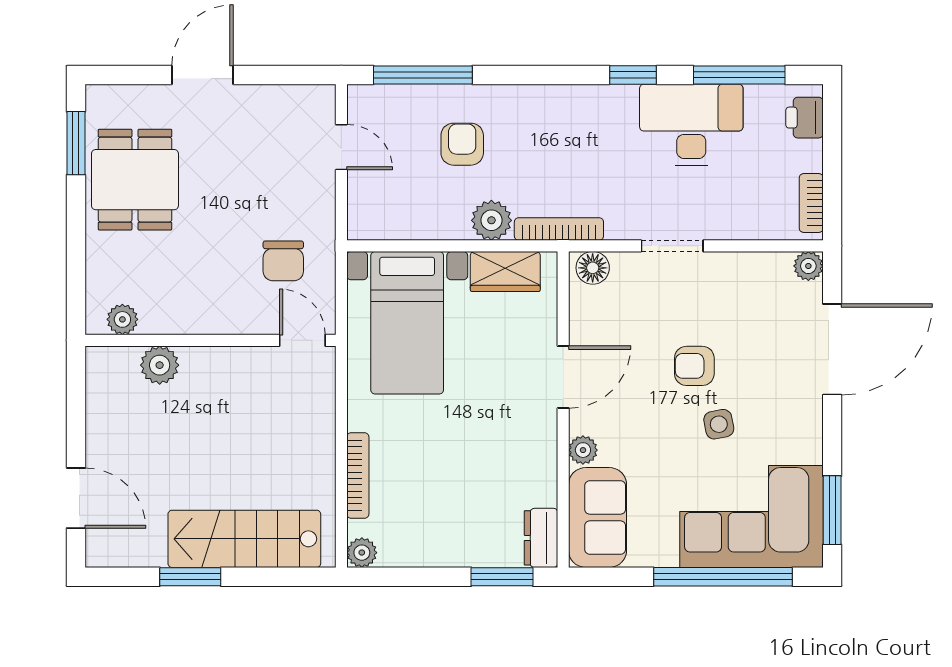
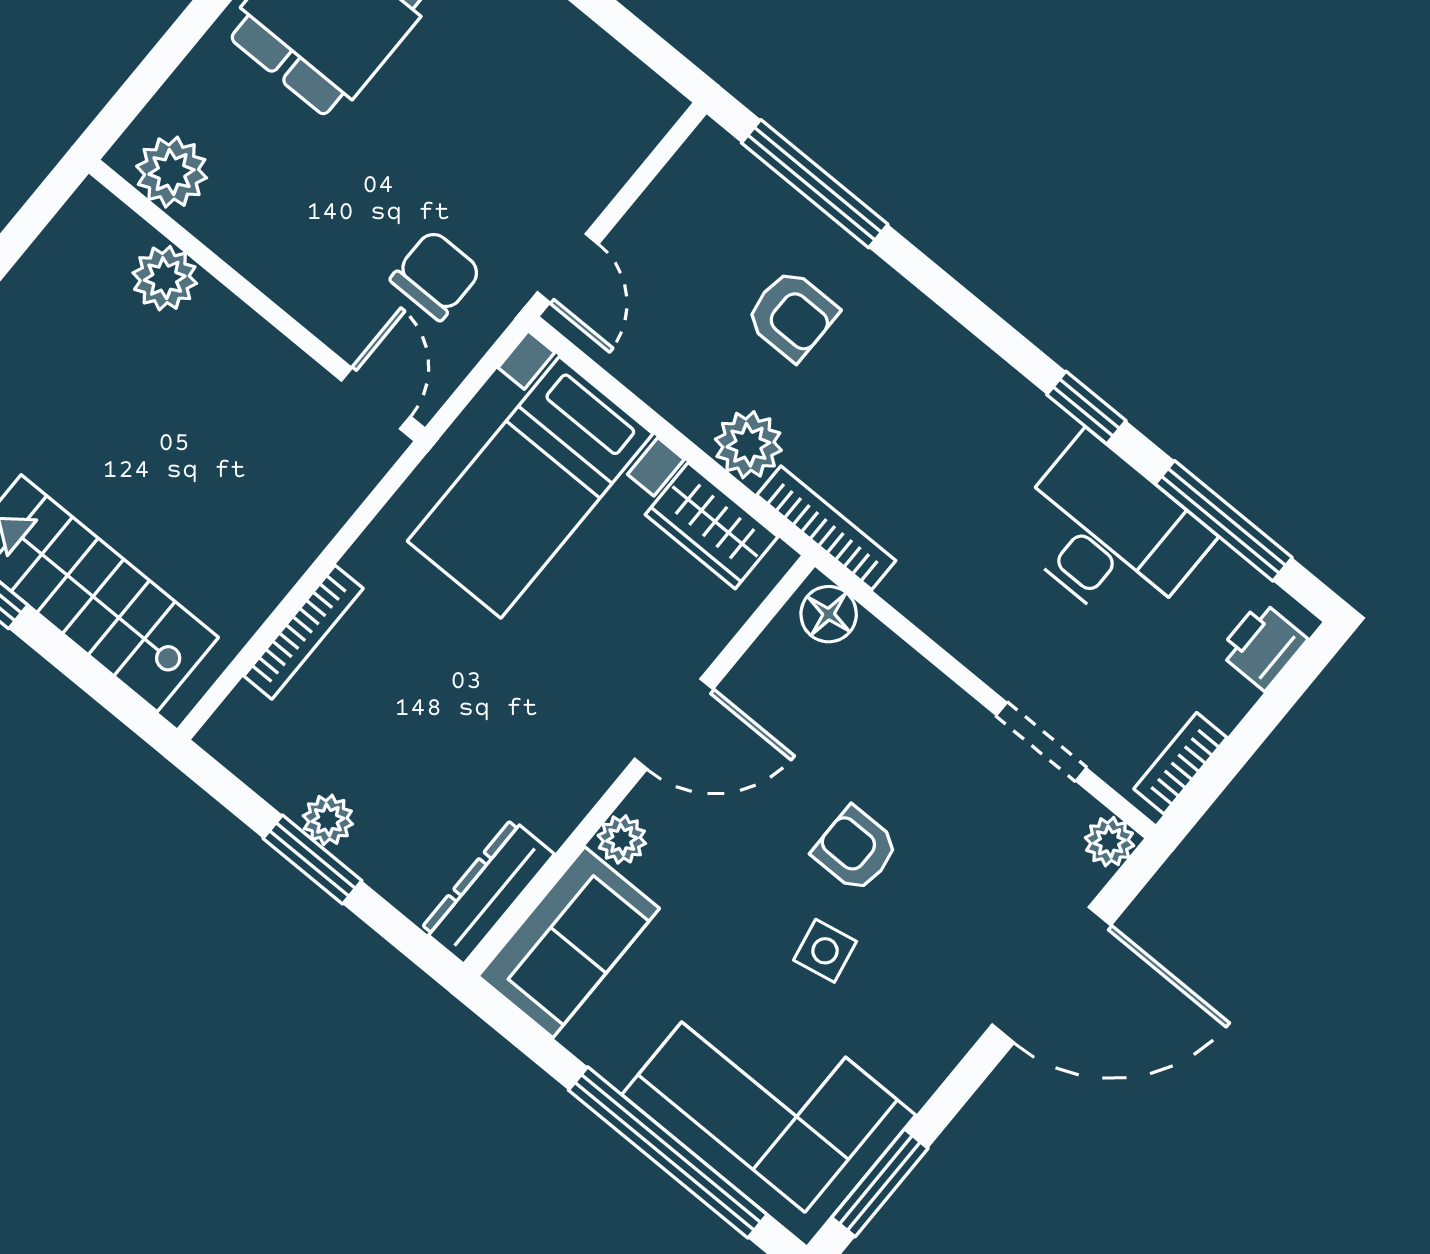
armchair: (462, 144) -> (792, 315), turned 90
door: (341, 147) -> (568, 268), moved
doorway: (672, 246) -> (1041, 742), moved
chair: (283, 261) -> (436, 275), turned 180
plant: (122, 319) -> (172, 172), width x1.38, depth x1.38
dresser: (541, 538) -> (488, 891), width x1.44
plant: (362, 553) -> (328, 820), moved
window: (502, 577) -> (312, 859), moved

